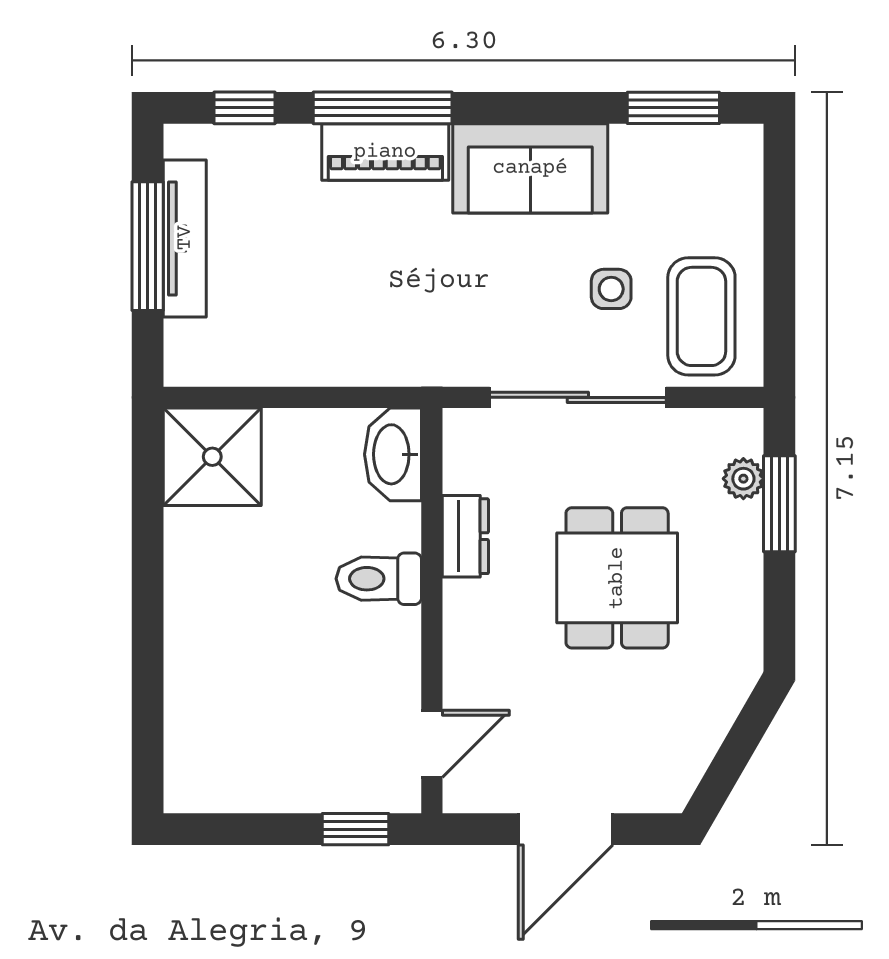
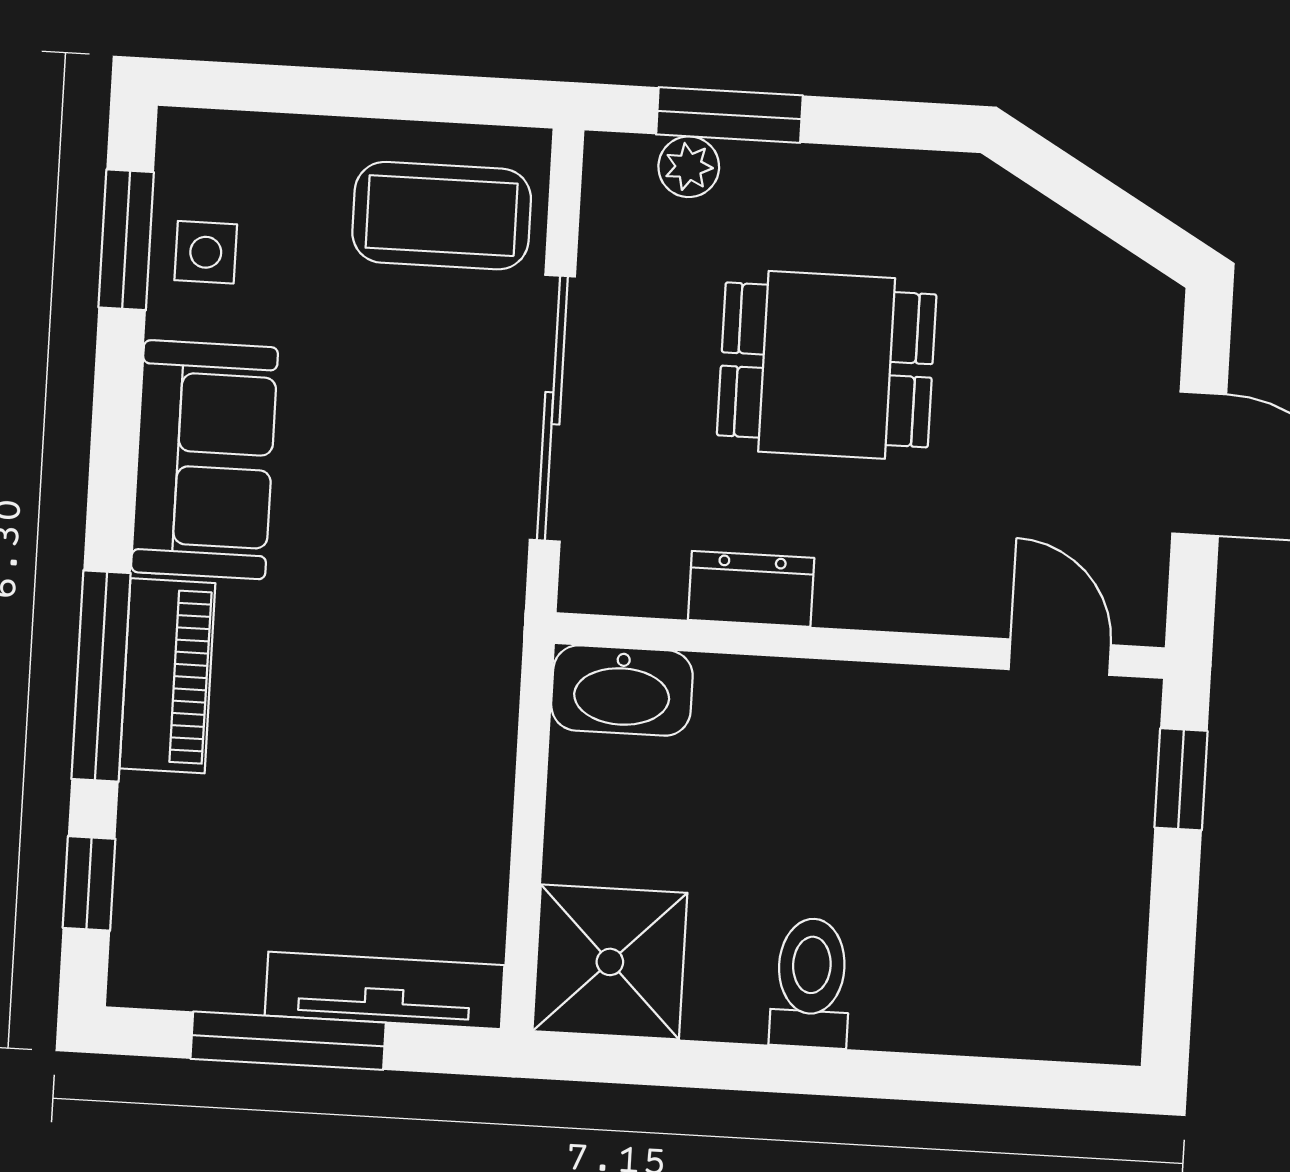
tv unit: (185, 238) -> (385, 990), moved
side table: (611, 289) -> (206, 252), moved
toilet: (379, 579) -> (811, 983), moved, turned 180

